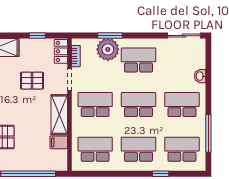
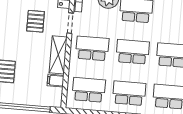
pallet: (32, 81) -> (36, 21), turned 90

